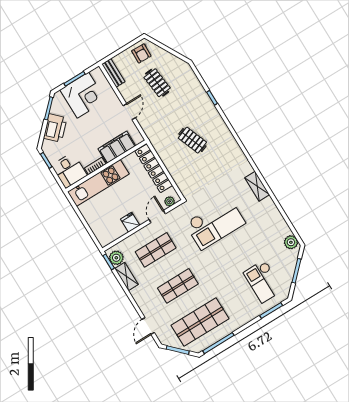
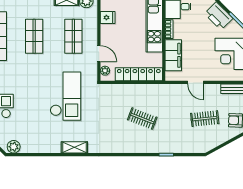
clothes rail: (192, 140) -> (142, 119), turned 42
fridge: (130, 222) -> (108, 17), moved
checkout: (215, 223) -> (66, 96), turned 180

